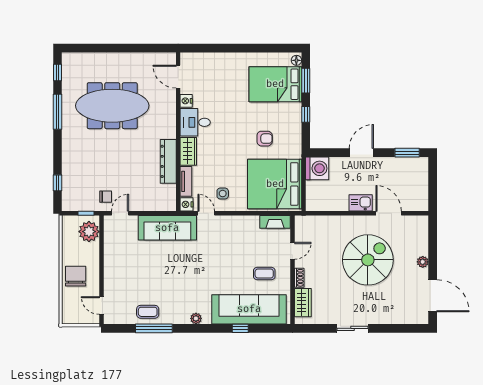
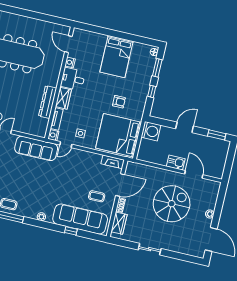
bed: (275, 84) -> (116, 57), moved, turned -90
door: (206, 213) -> (66, 145), swing flipped
door: (292, 251) -> (120, 185), width x1.88

